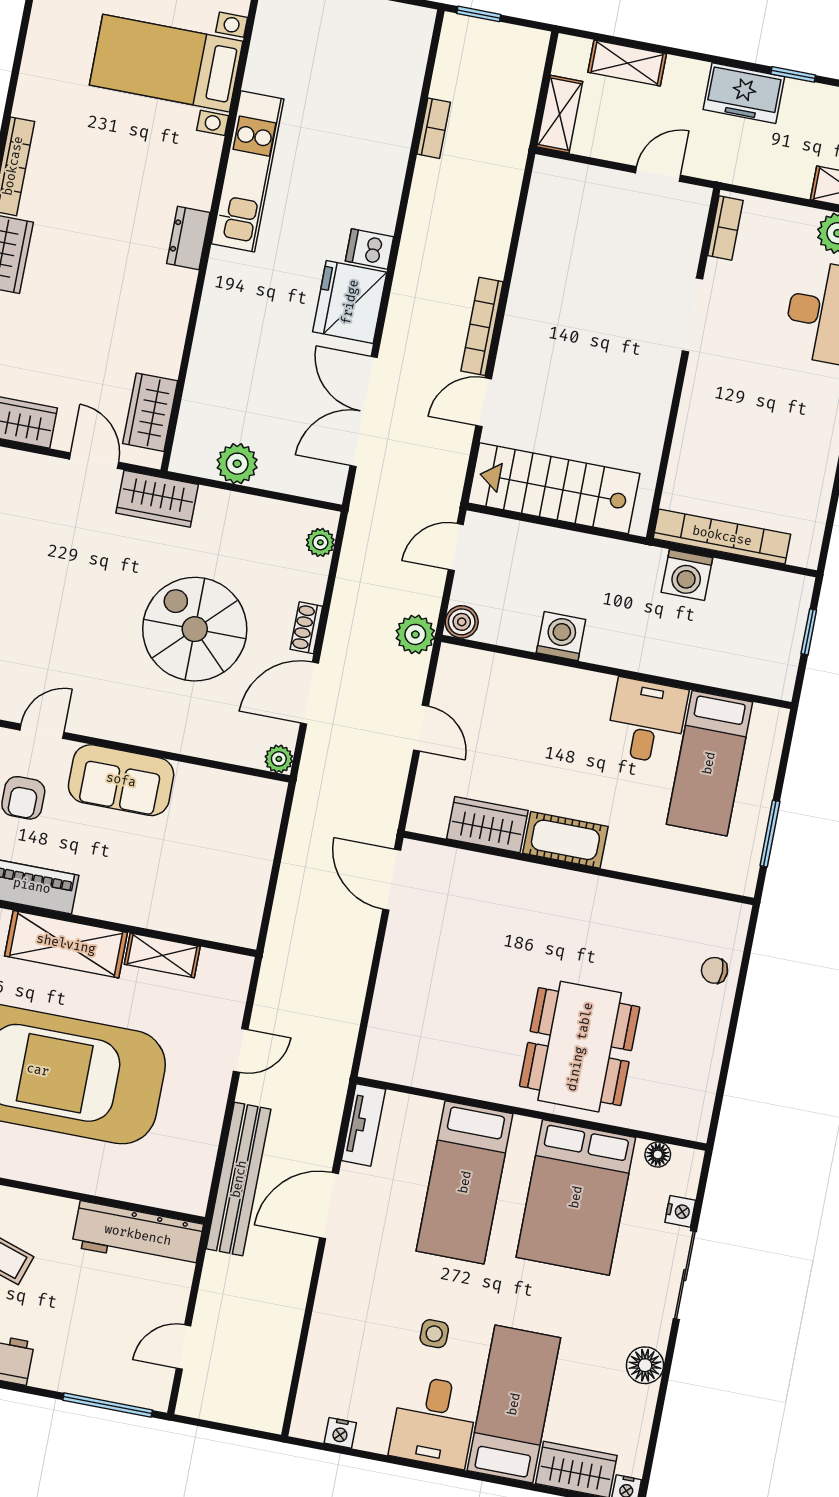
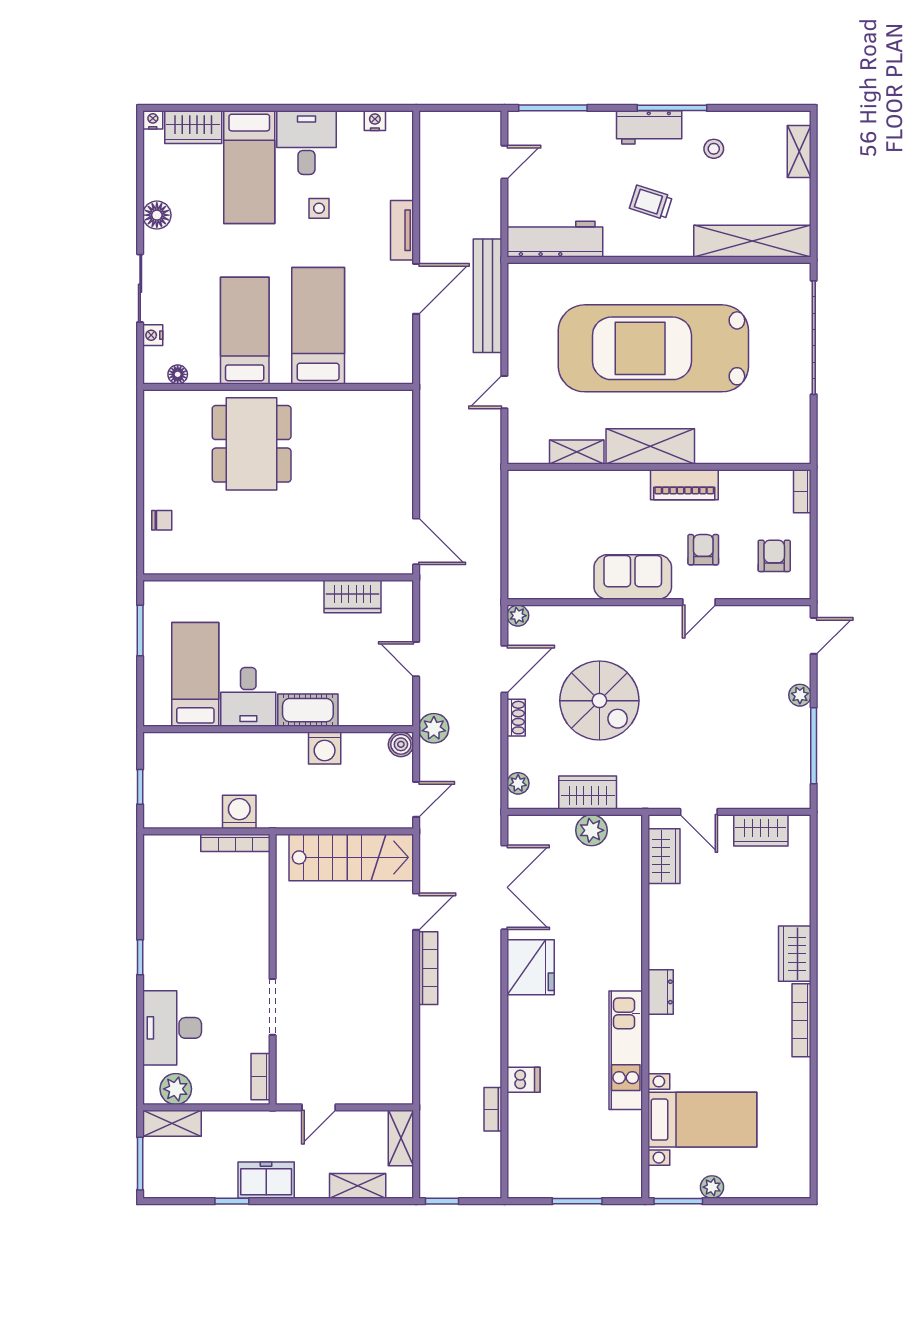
window: (479, 14) -> (442, 1201), moved
dishwasher: (370, 249) -> (523, 1080), moved
wardrobe: (157, 499) -> (588, 793), moved
bookcase: (722, 536) -> (235, 843), width x0.68, depth x0.76
cot: (565, 840) -> (308, 710), moved
tv unit: (363, 1125) -> (402, 230), moved
bed: (576, 1197) -> (245, 331), width x0.67

